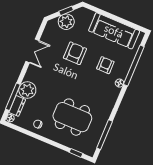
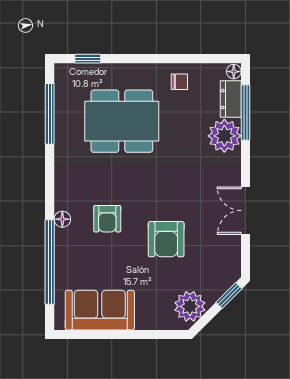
window: (66, 11) -> (229, 295), moved
plant: (66, 22) -> (190, 306), moved
sofa: (114, 31) -> (100, 310), width x0.73
armchair: (105, 65) -> (107, 219), moved

